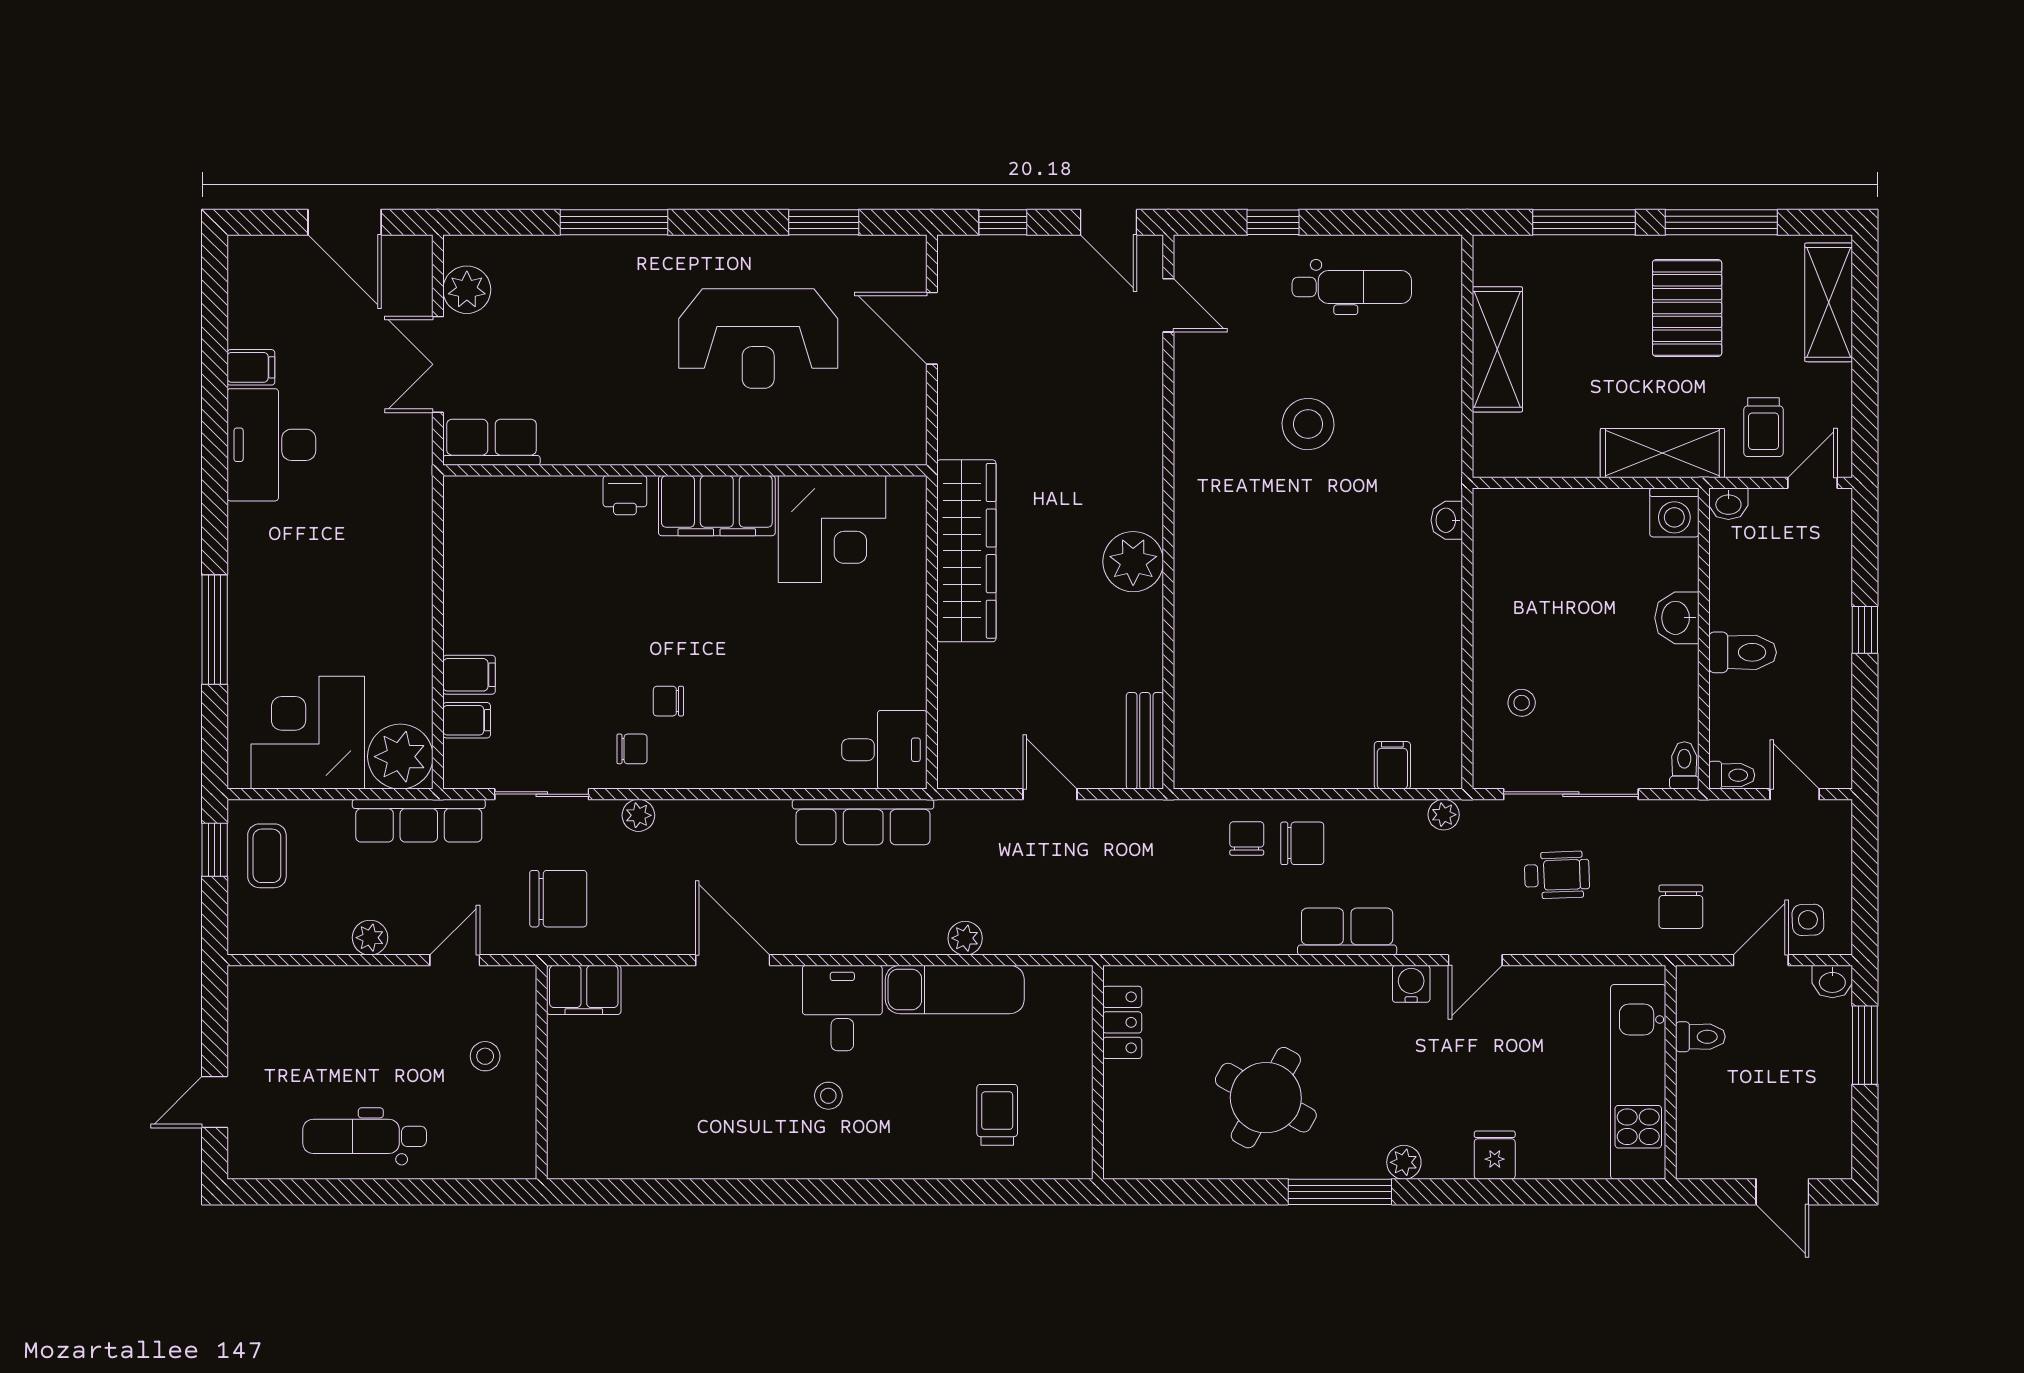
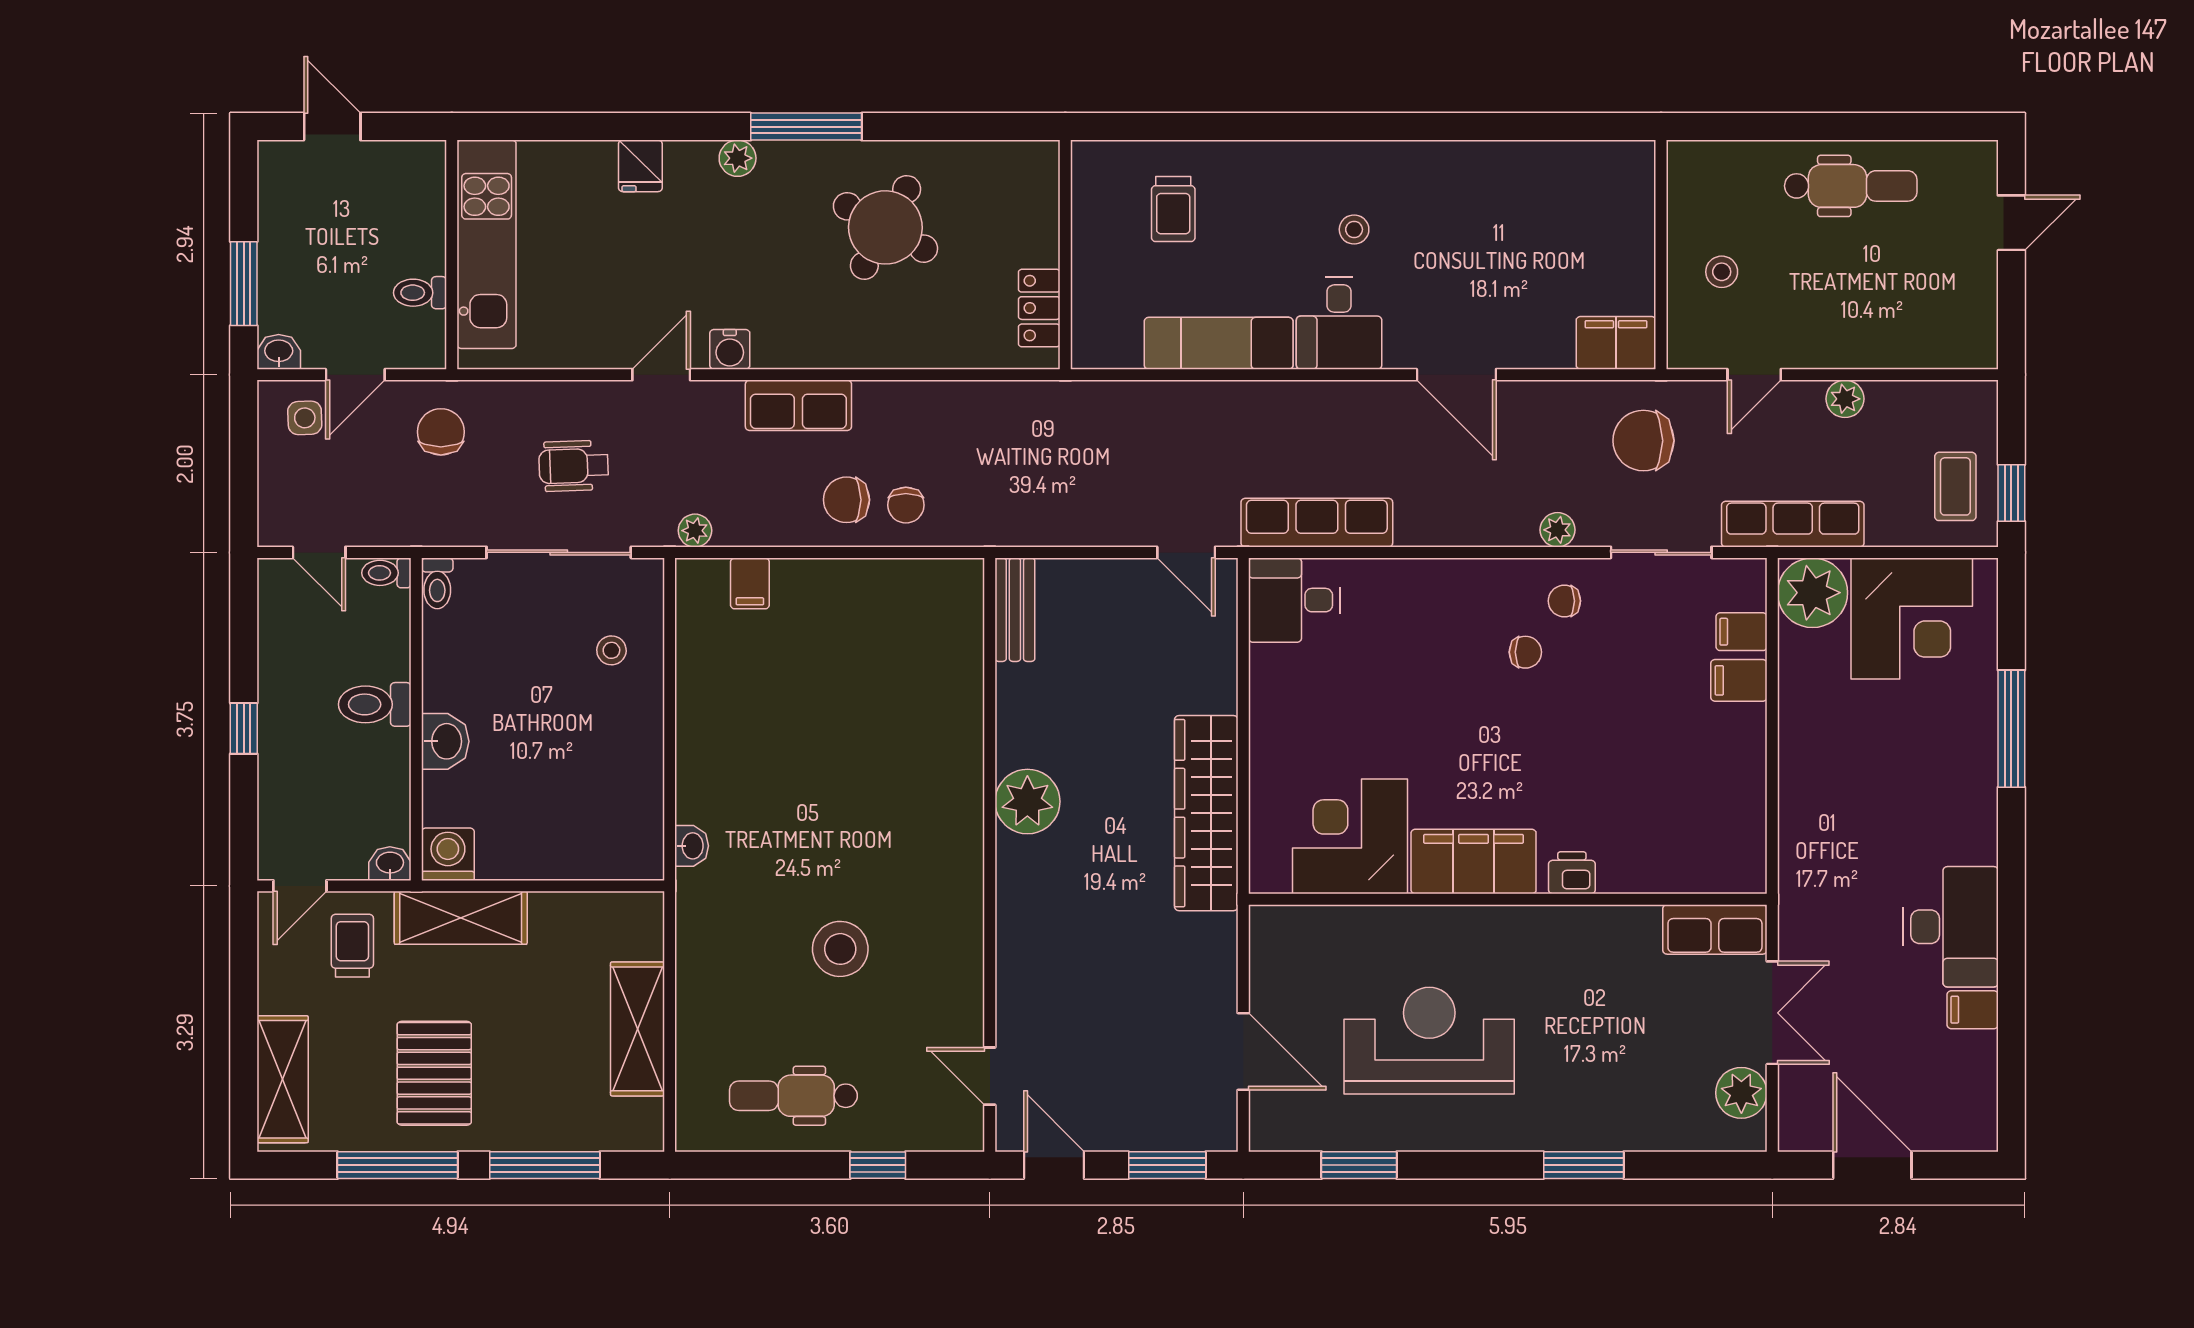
window: (614, 222) -> (1584, 1165), width x0.69
window: (1003, 222) -> (1167, 1165), width x1.50
door: (1050, 794) -> (1186, 552), moved
plant: (965, 938) -> (1208, 398), removed

